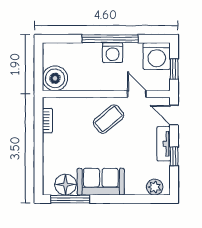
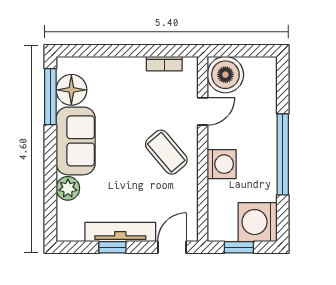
washing machine: (113, 53) -> (222, 164), moved, turned 180
door: (137, 94) -> (203, 111), moved
tv unit: (164, 144) -> (120, 232), width x1.41
plant: (155, 187) -> (68, 188), moved

